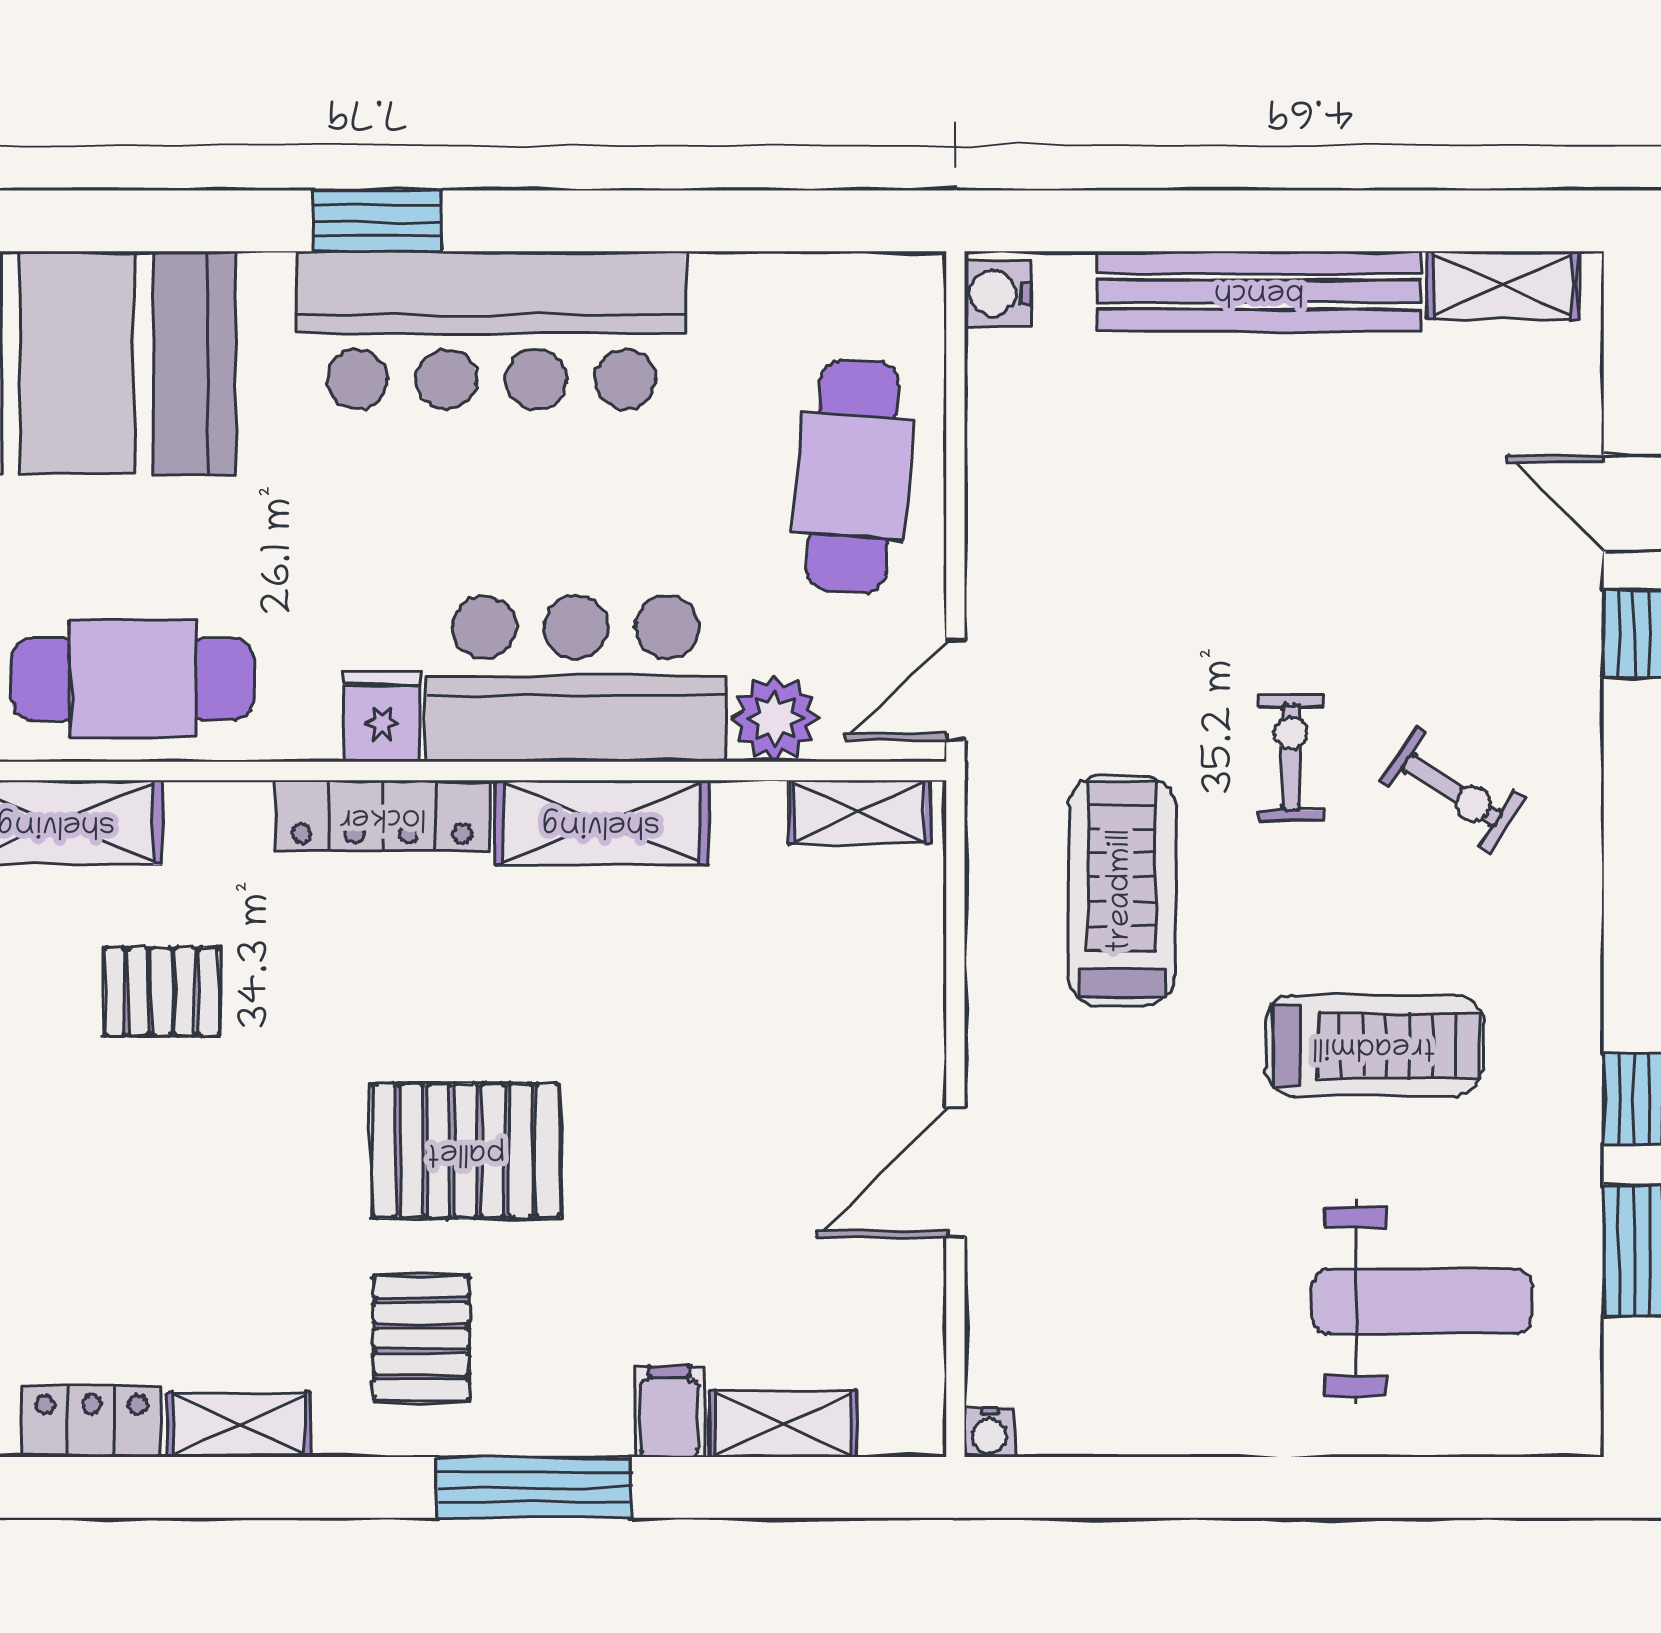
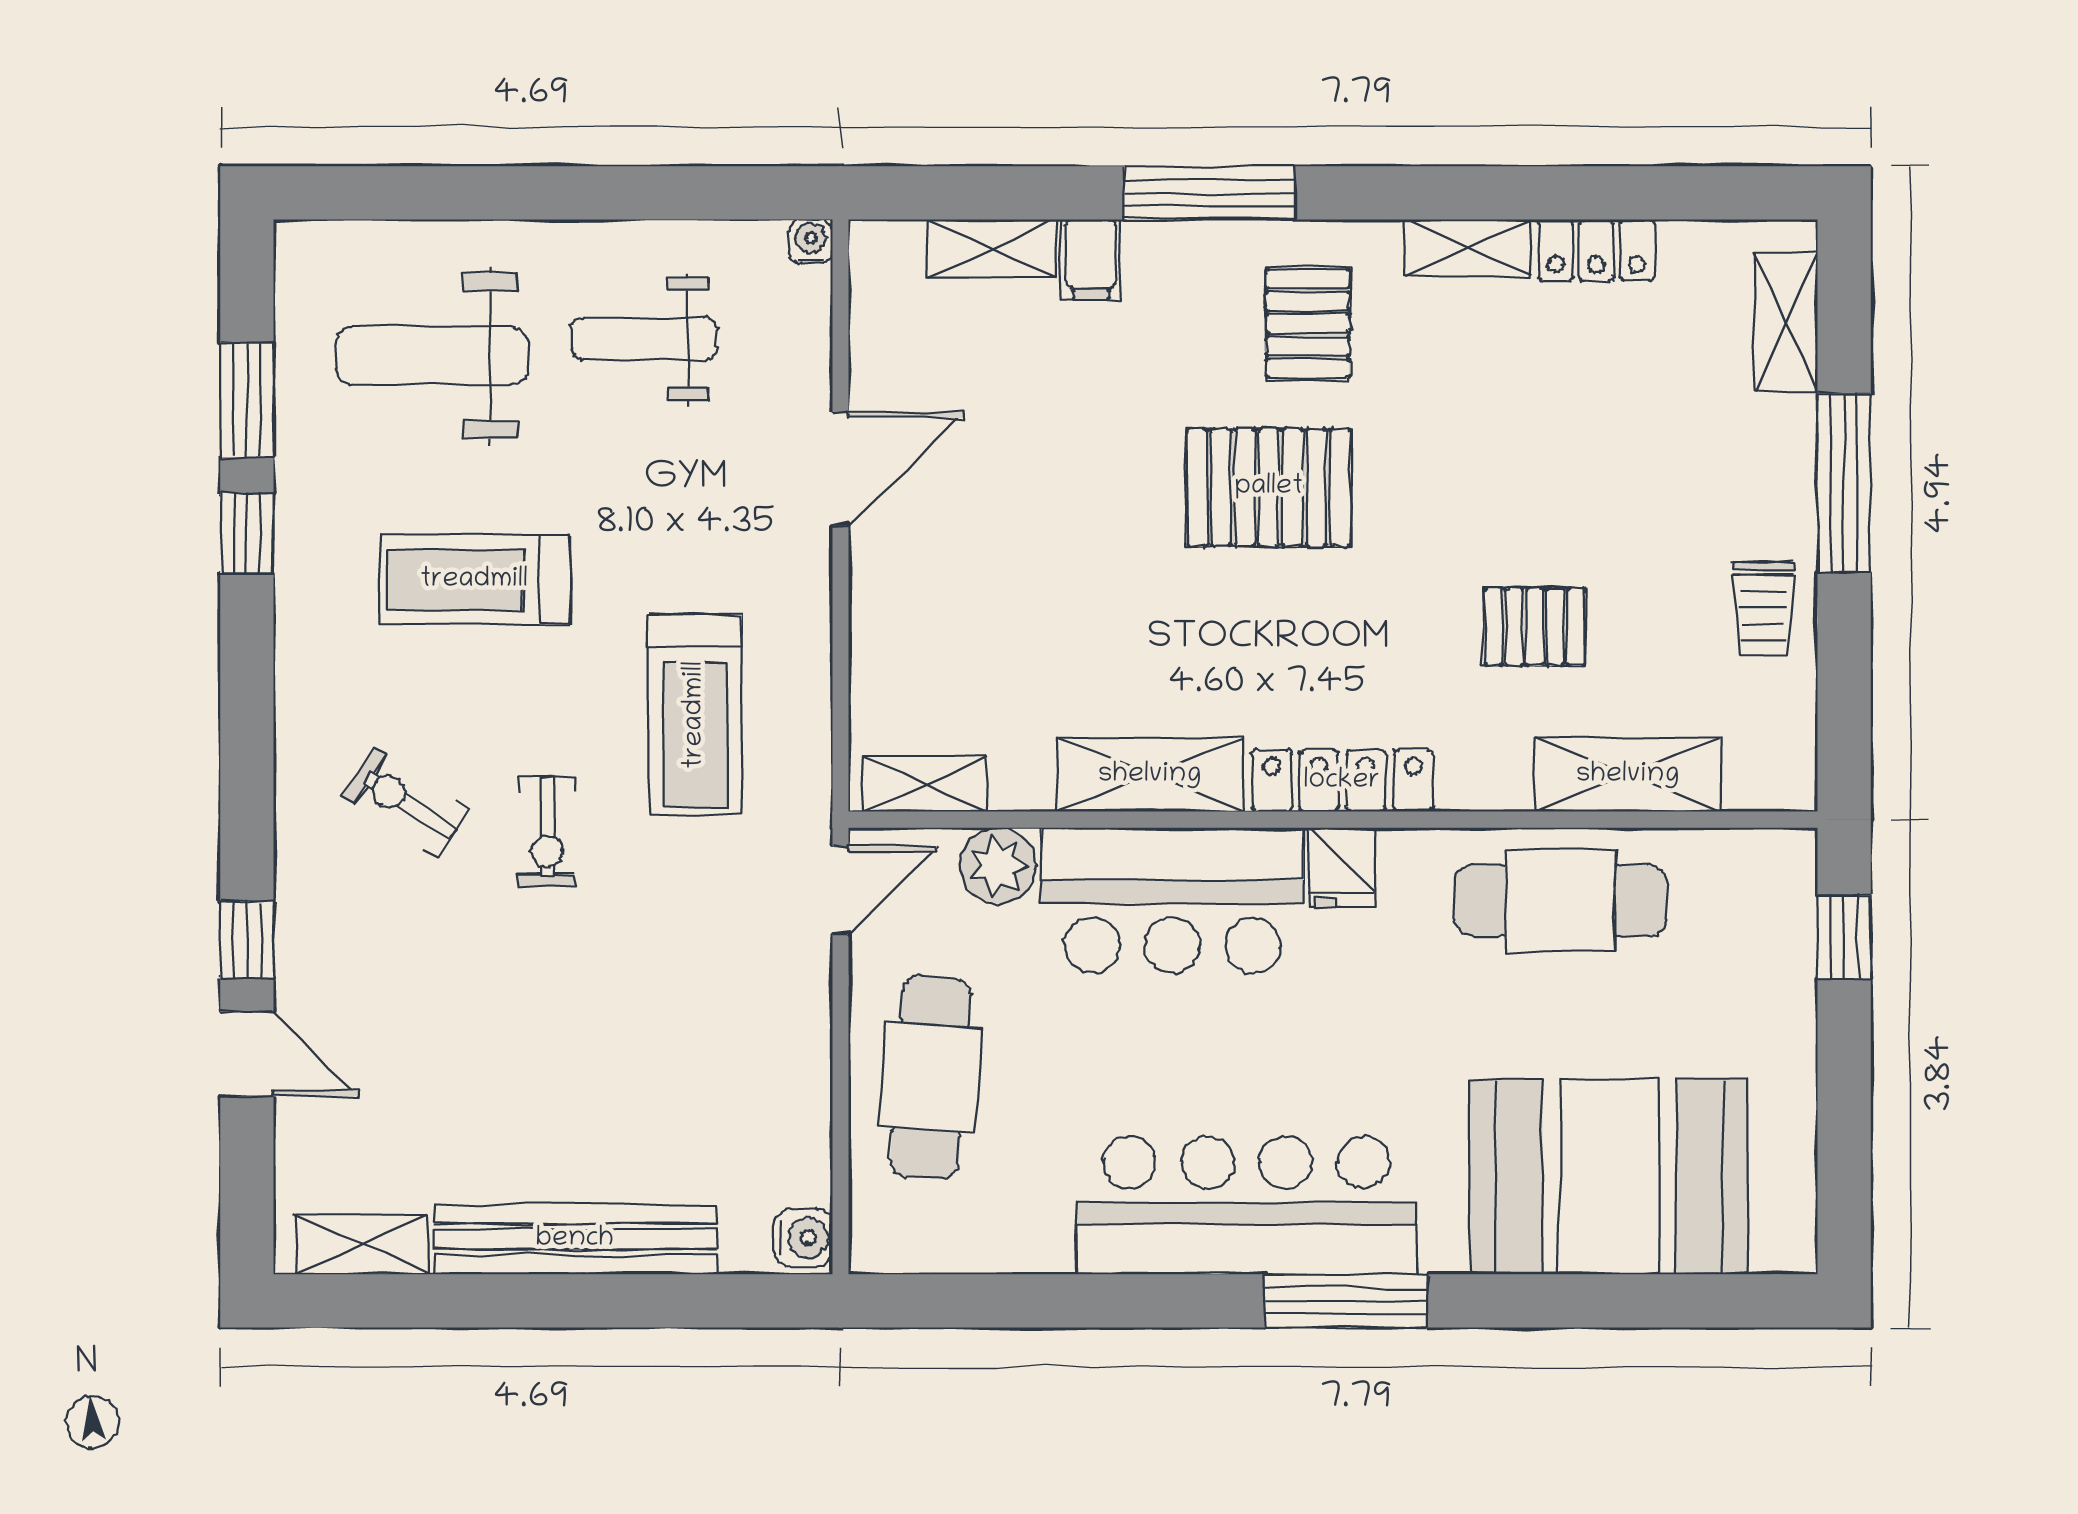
window: (378, 221) -> (1346, 1301), width x1.44
weight bench: (1180, 1321) -> (644, 339), added

